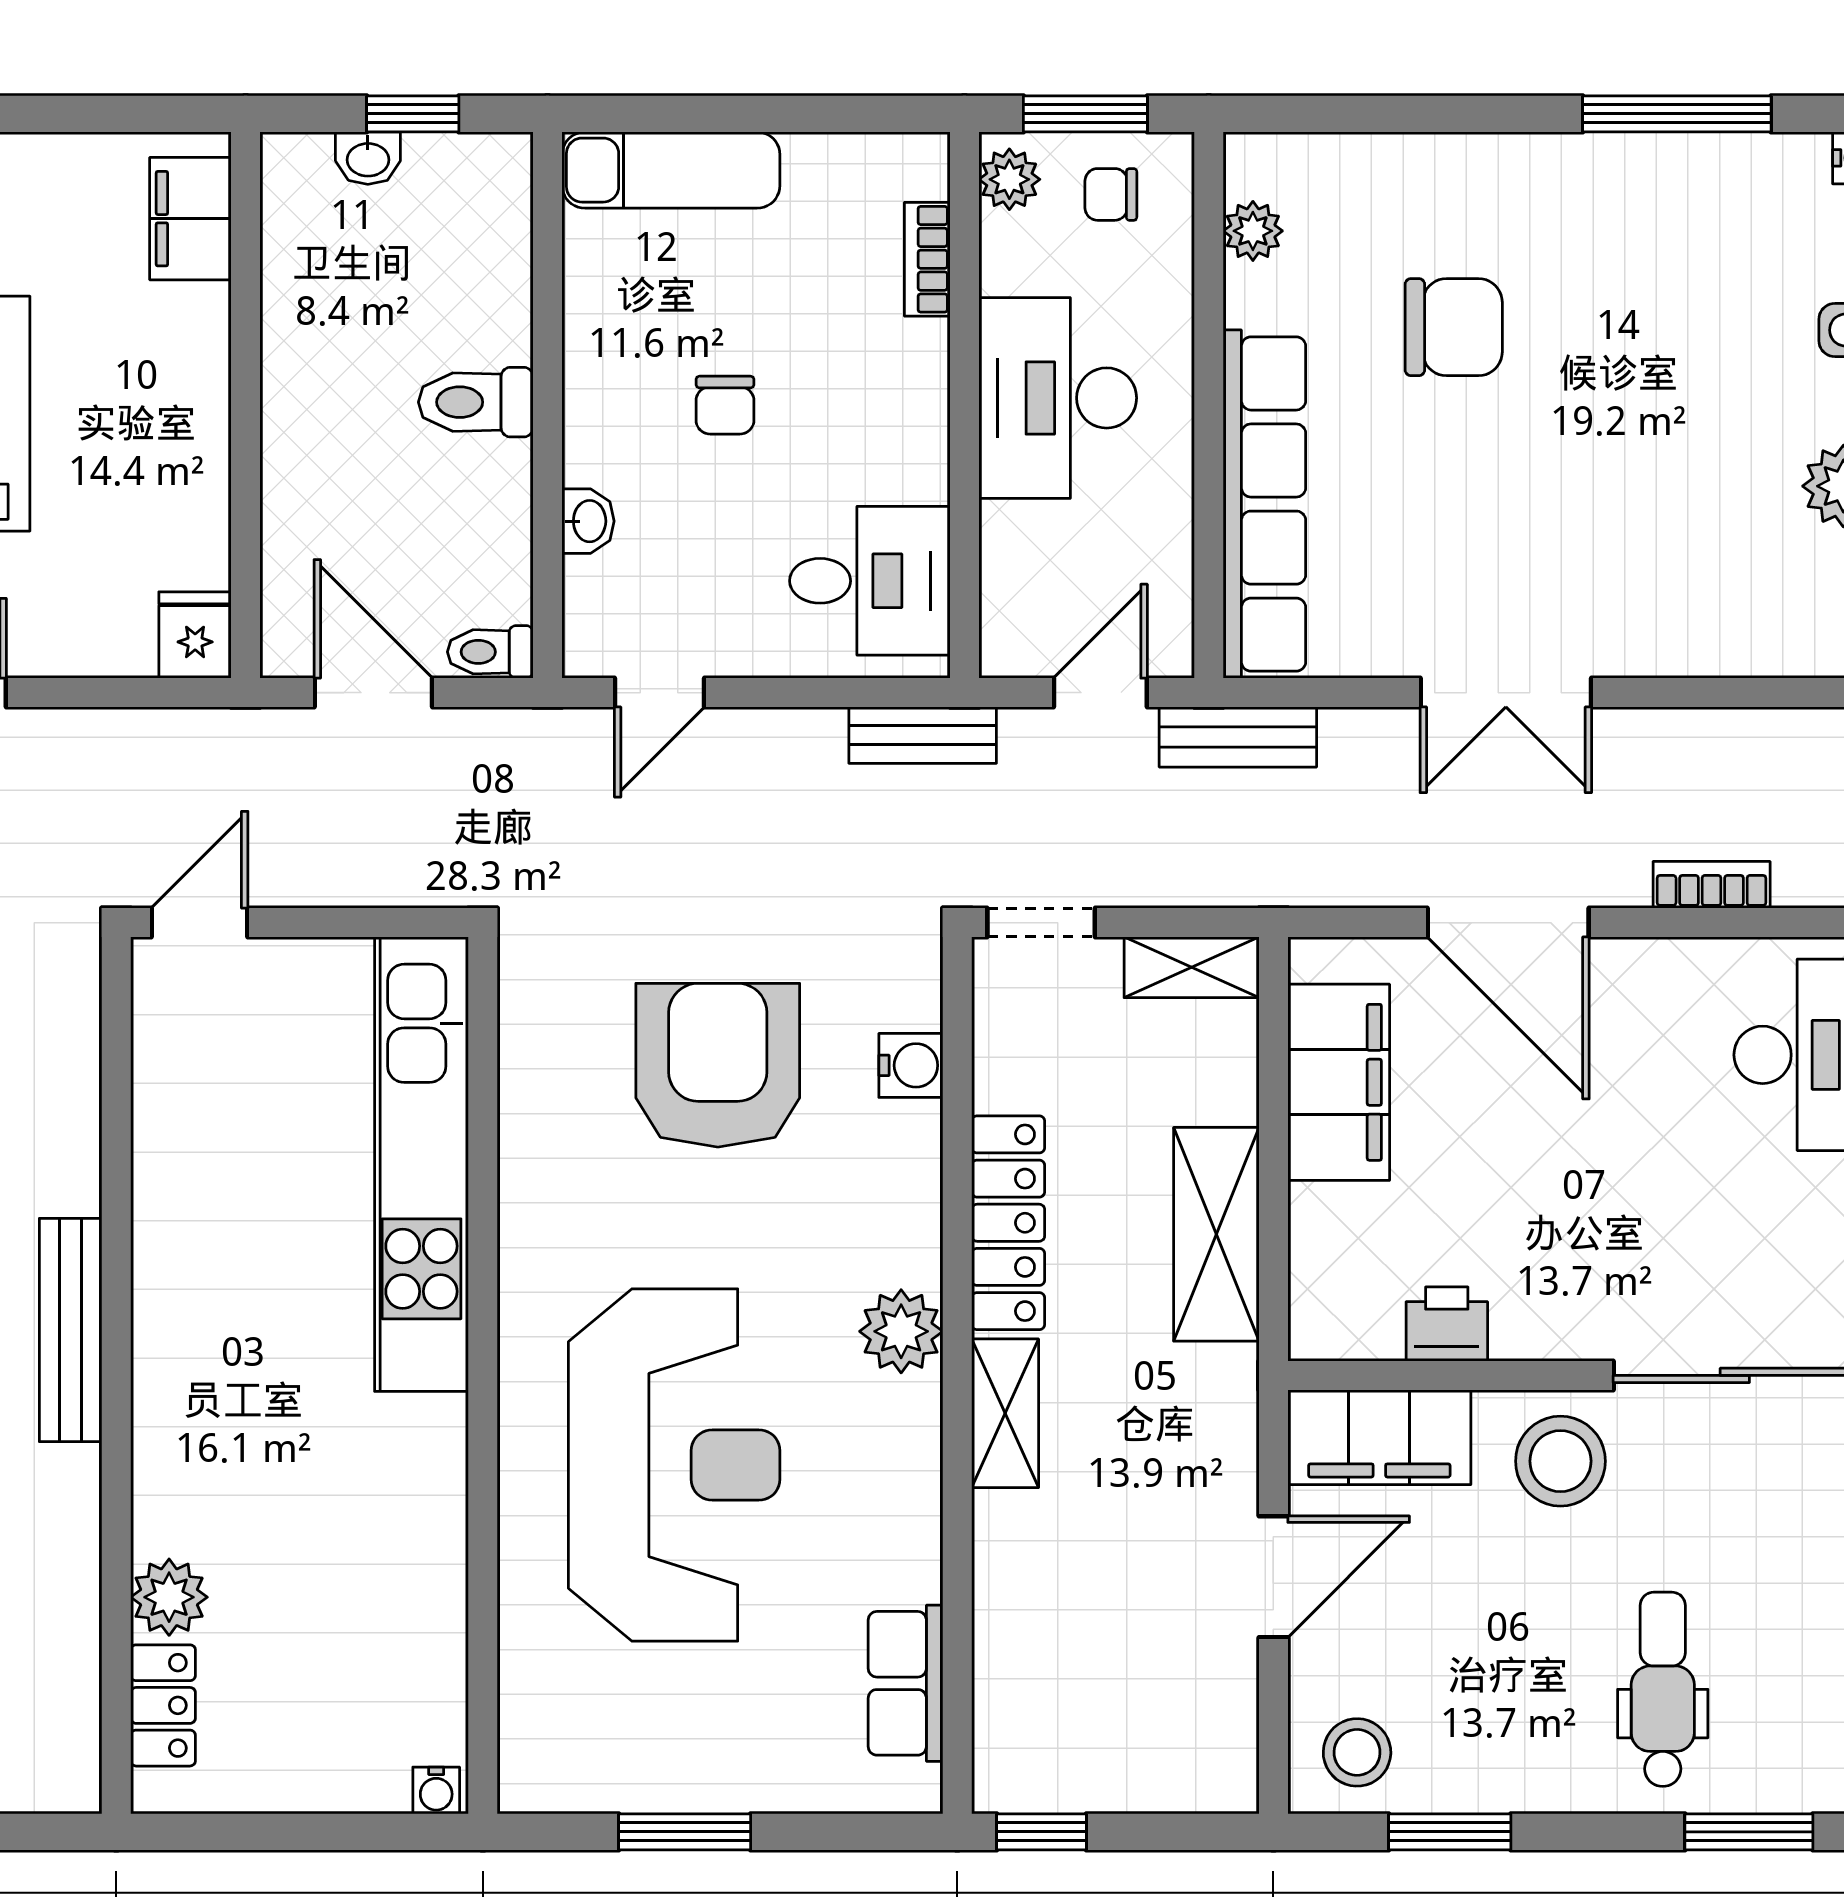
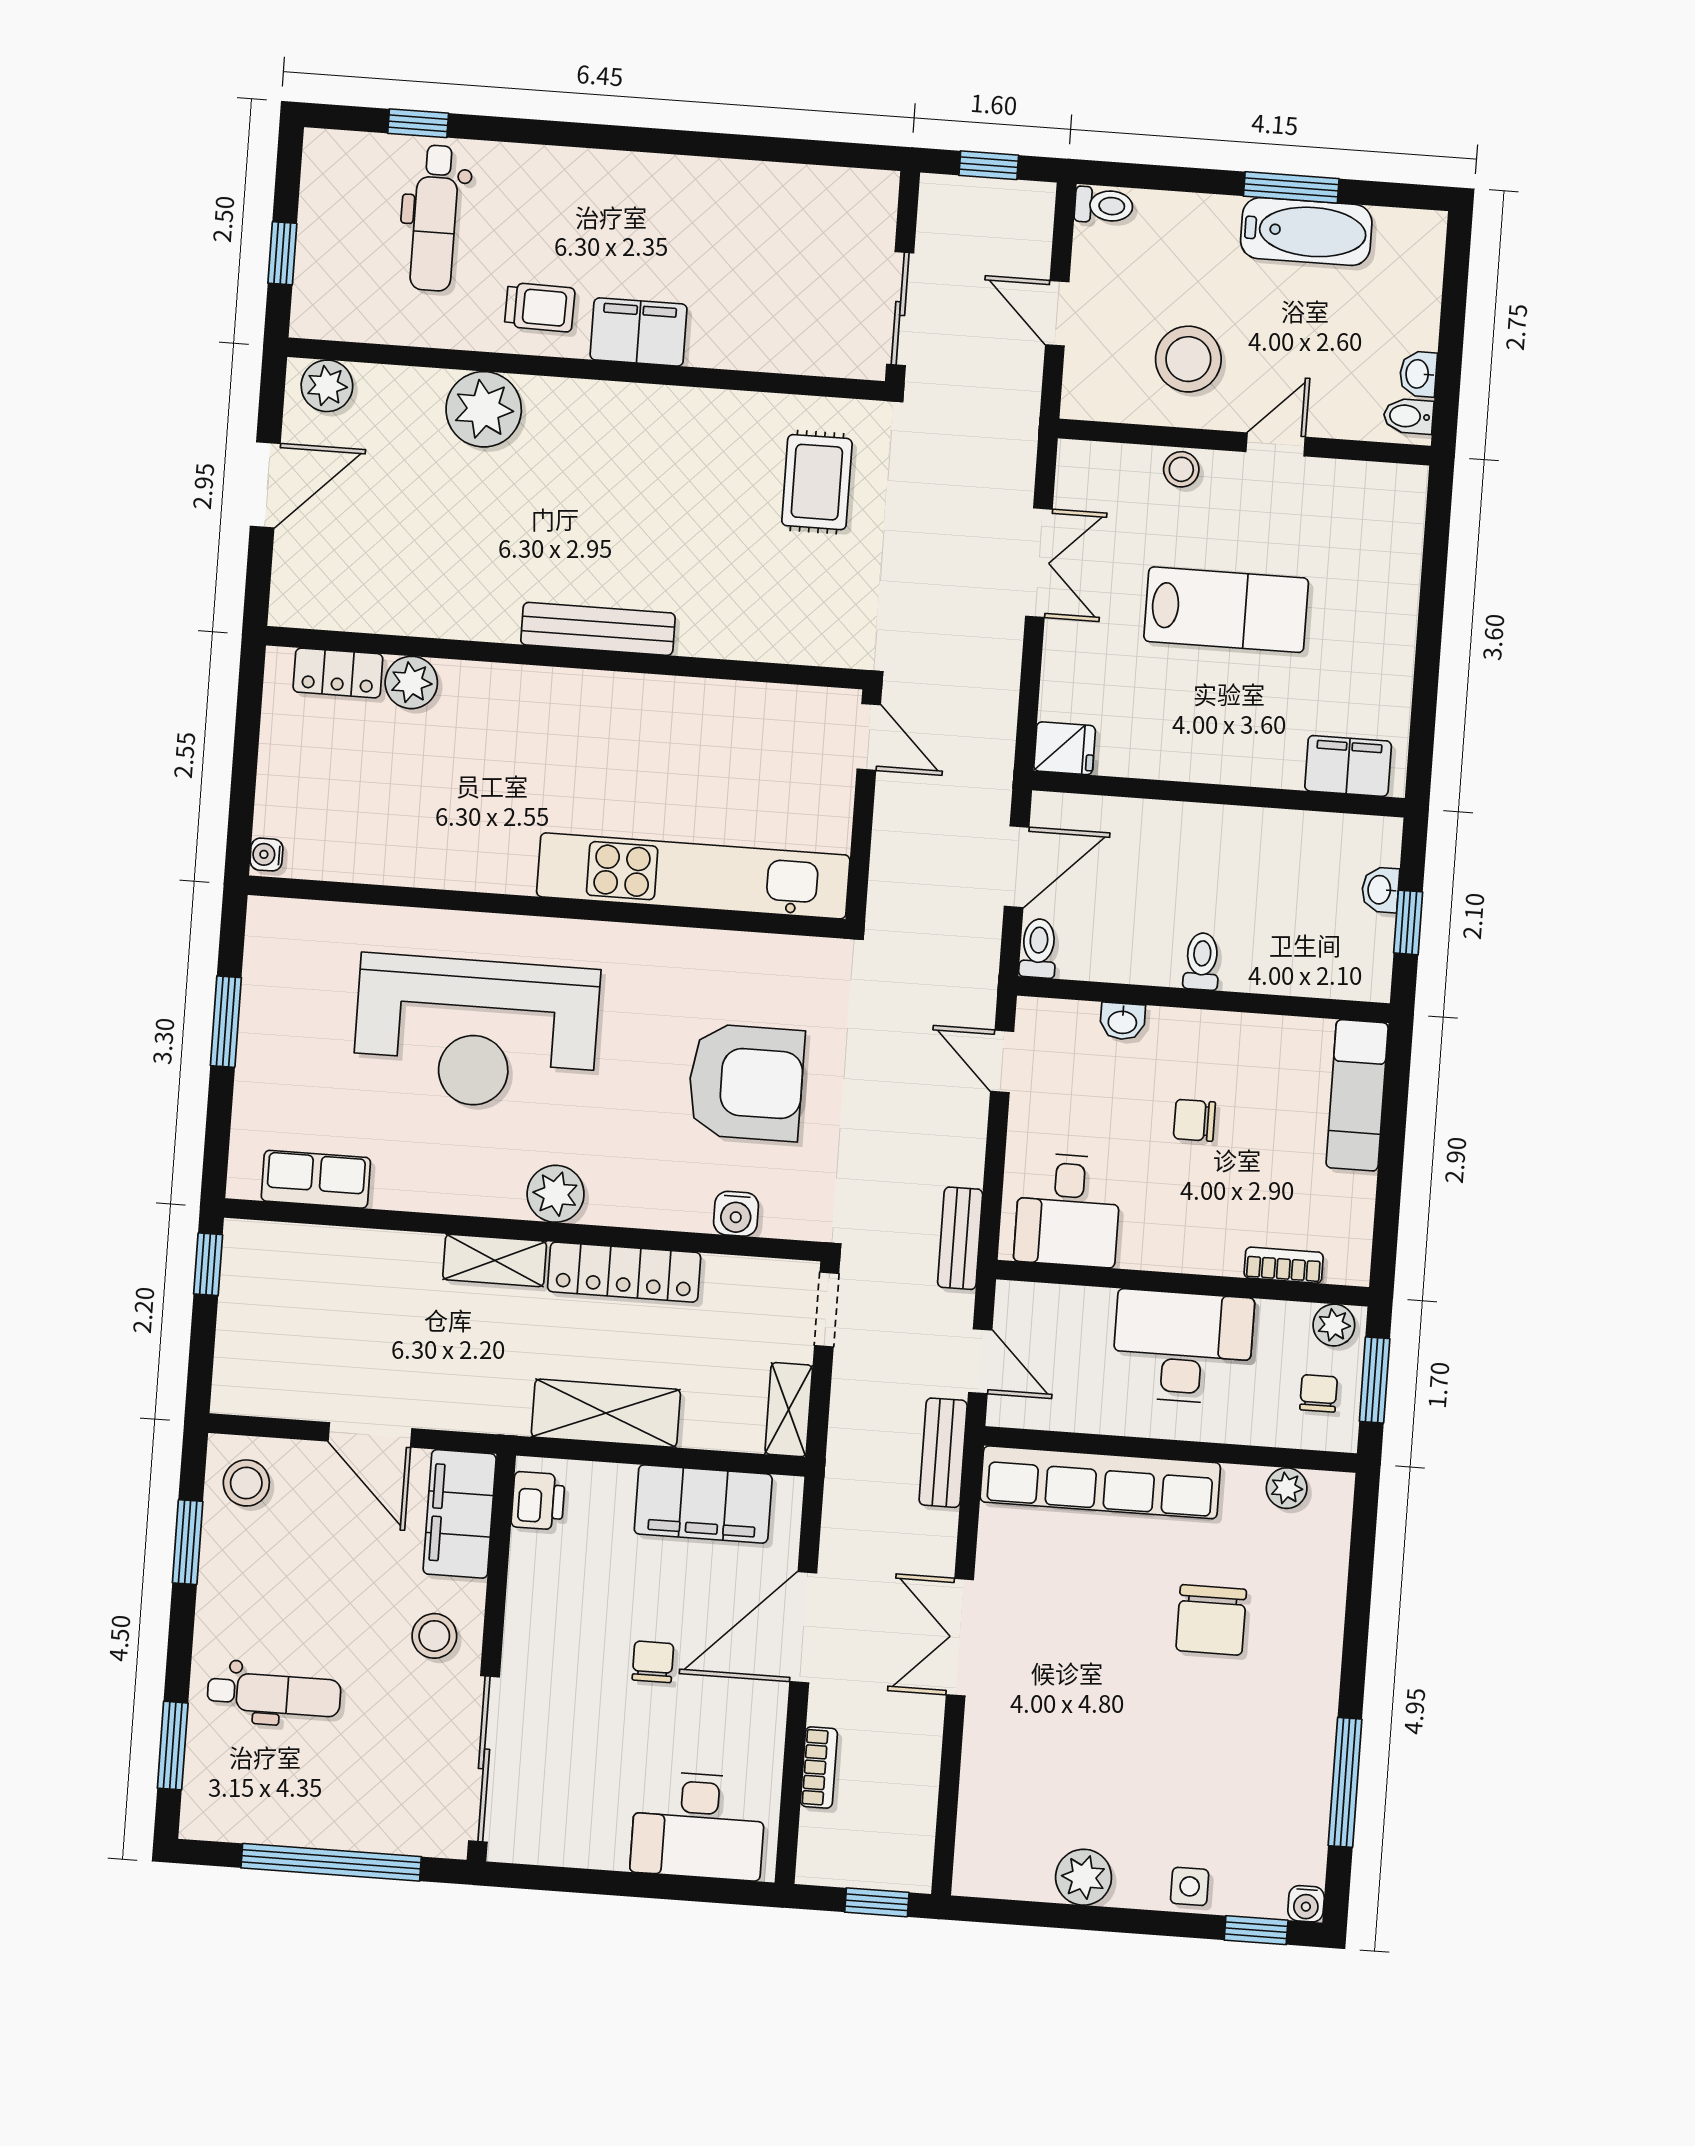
toilet: (476, 402) -> (1202, 961), width x0.73, depth x0.72
chair: (1575, 1139) -> (653, 1662), added
printer: (1447, 1324) -> (538, 1501), moved
stool: (1560, 1461) -> (434, 1636), width x0.73, depth x0.73

